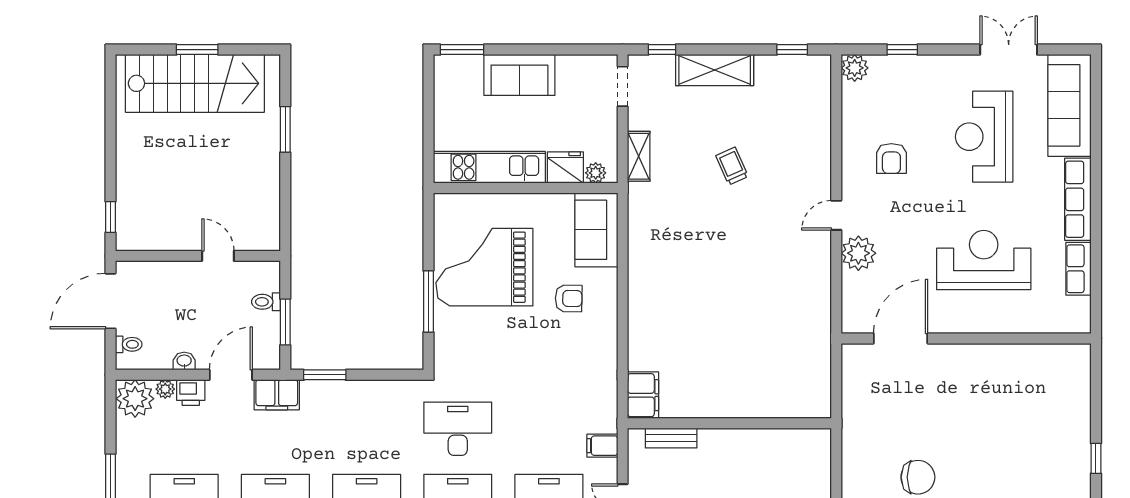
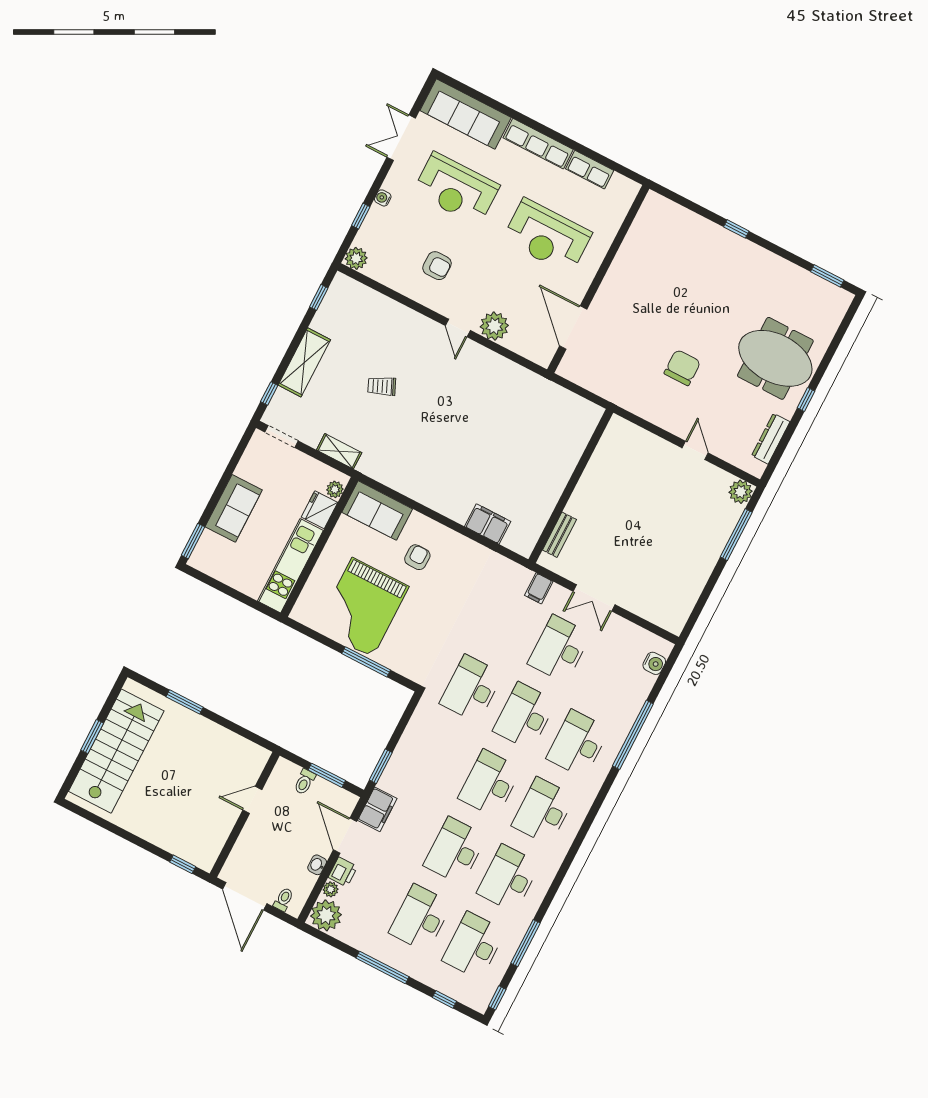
water cooler: (934, 63) -> (383, 198), added
reception desk: (984, 260) -> (547, 236), turned -90
filing cabinet: (643, 395) -> (488, 524), moved

